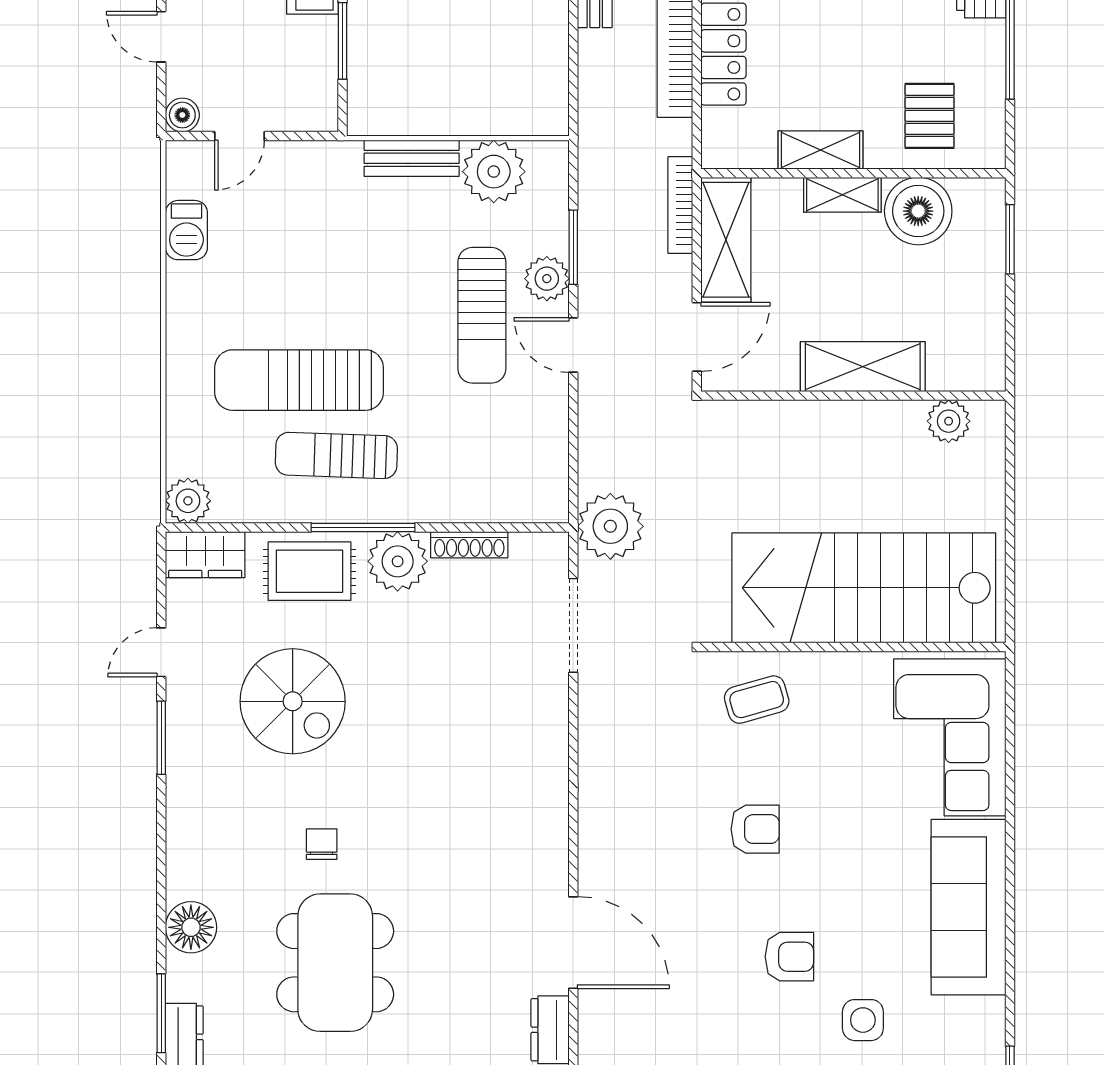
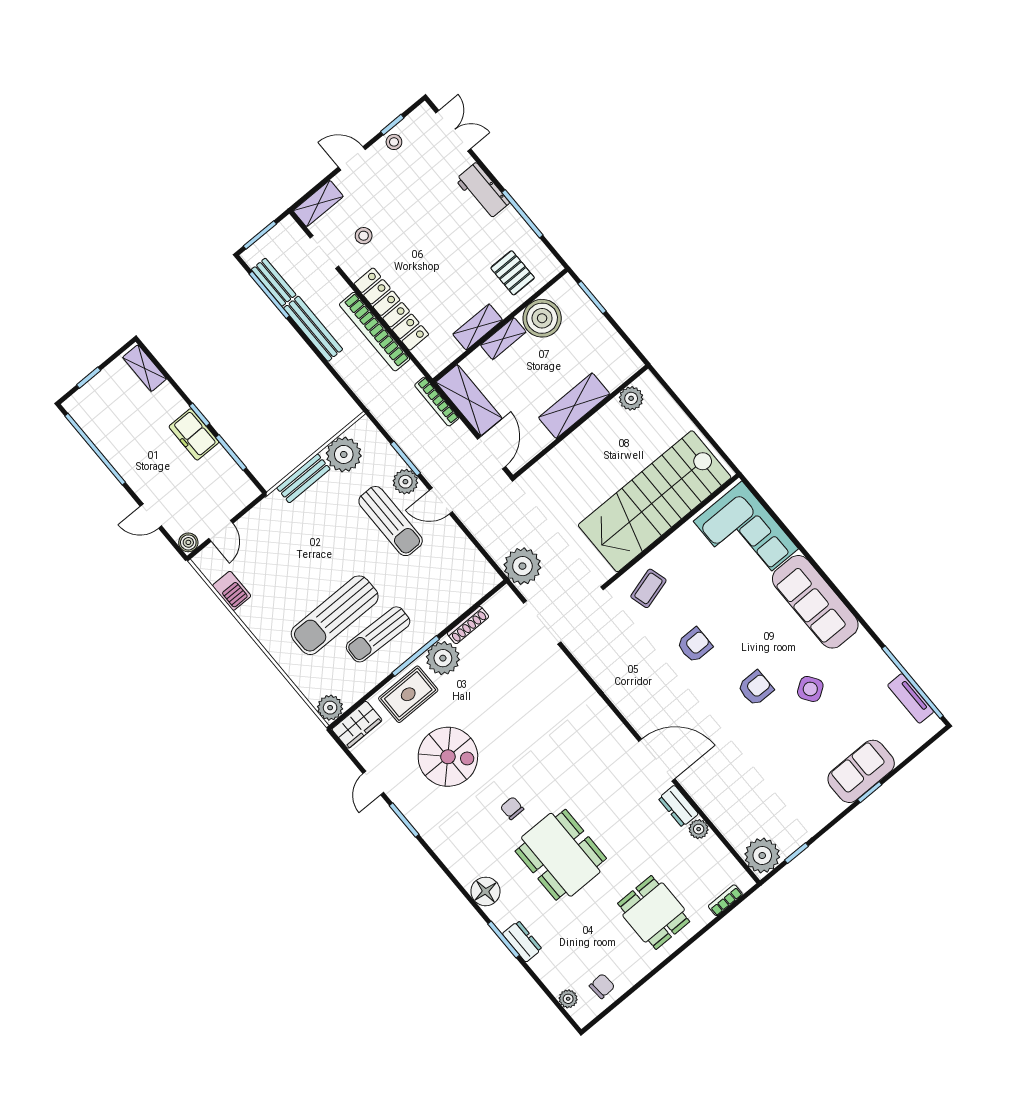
side table: (863, 1020) -> (810, 689), turned -34

